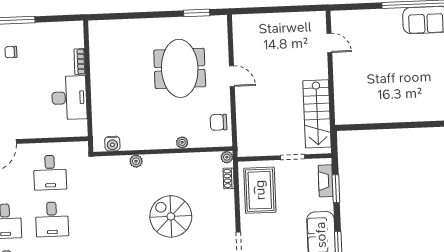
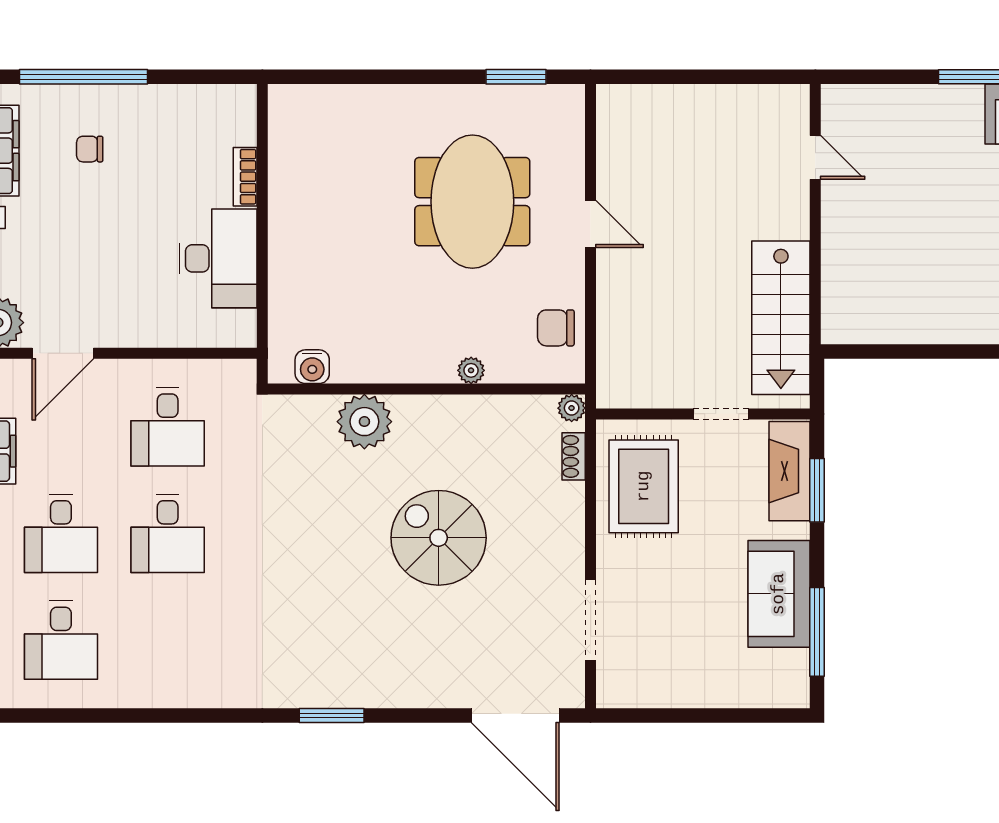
plant: (136, 161) -> (364, 422), width x1.88, depth x1.88
fireplace: (326, 181) -> (789, 471), width x1.37, depth x1.32

